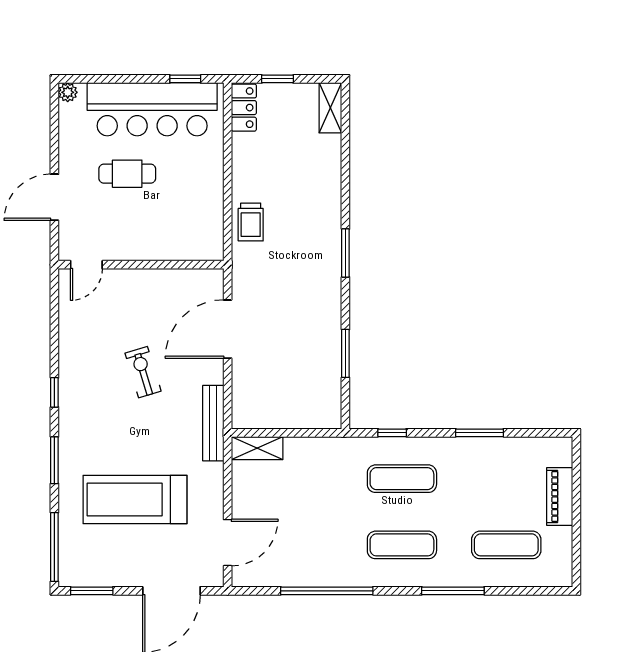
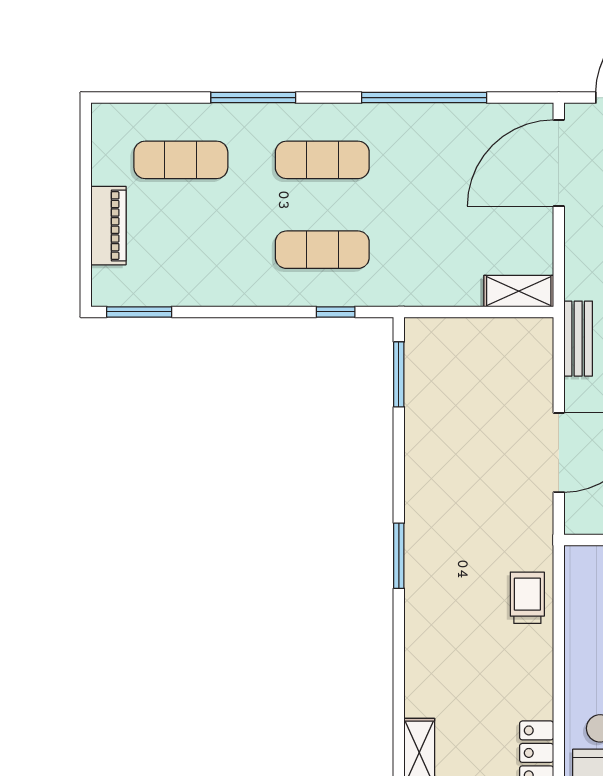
window: (345, 353) -> (399, 374), moved
bench: (213, 423) -> (578, 339), width x0.73
window: (480, 433) -> (139, 312), moved
door: (228, 543) -> (559, 163), width x1.36

